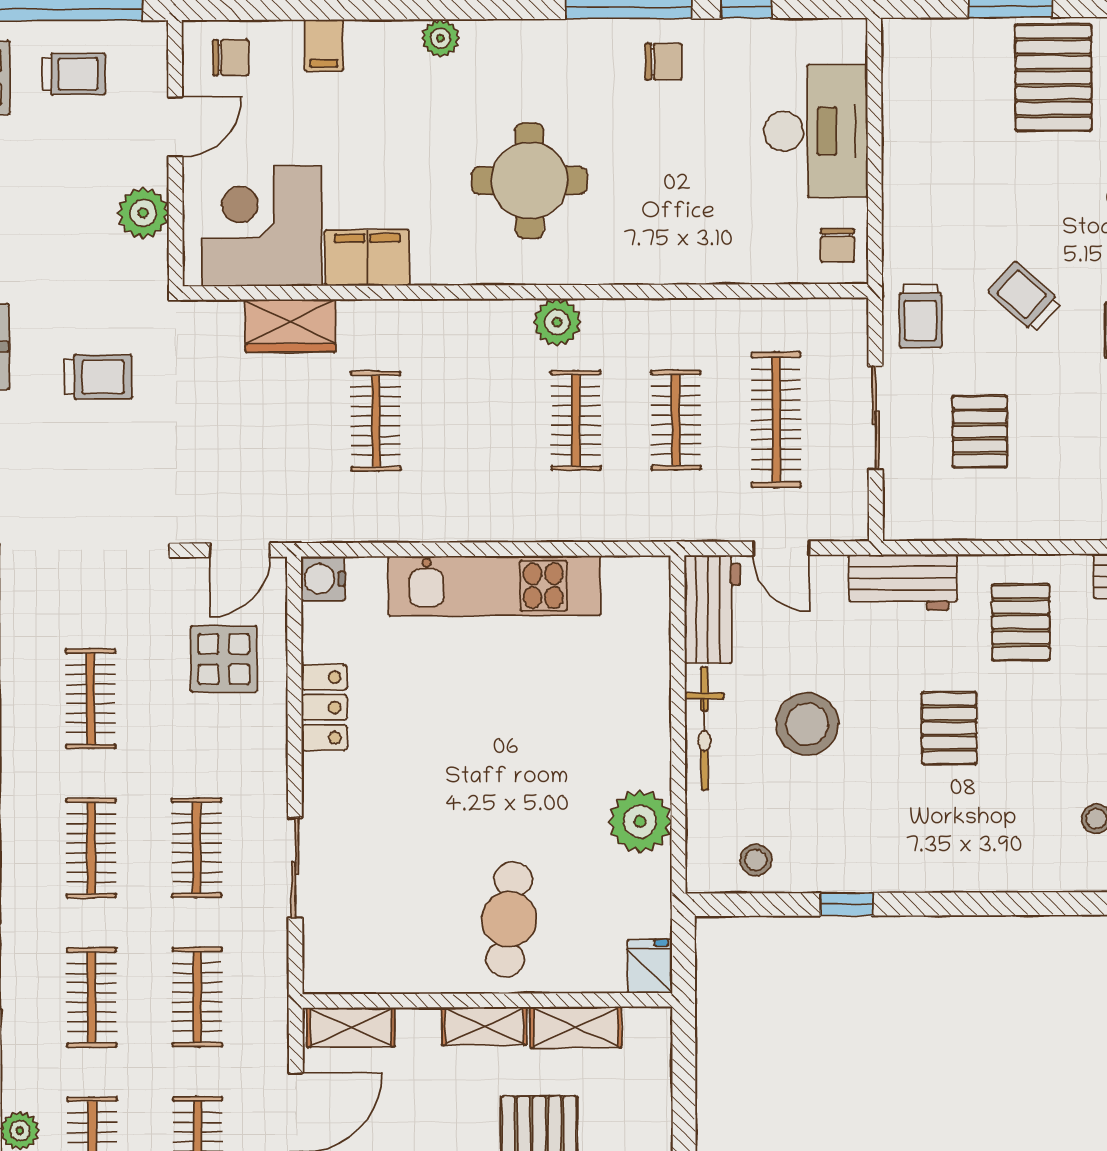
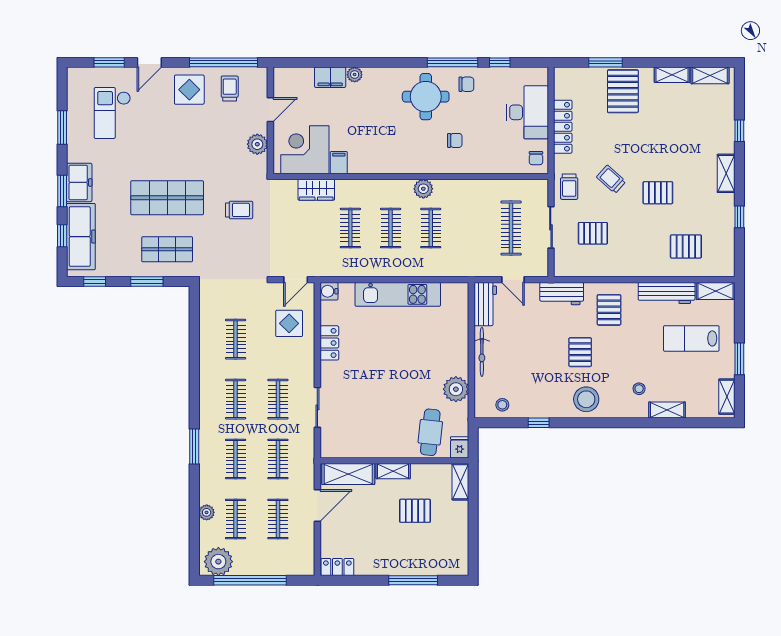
plant: (440, 38) -> (355, 75), moved
filing cabinet: (324, 45) -> (330, 77), width x2.00
chair: (231, 58) -> (455, 140), moved
trolley: (74, 74) -> (230, 88), turned -90
locker: (904, 167) -> (563, 127), added
round table: (529, 181) -> (426, 97), moved
filing cabinet: (367, 258) -> (339, 163), width x0.50
clothes rail: (676, 420) -> (391, 228), moved
pallet: (980, 432) -> (593, 233), turned 90
stool: (807, 724) -> (586, 399), moved
cafe table: (509, 919) -> (430, 432), moved
shelving: (351, 1027) -> (348, 474), width x1.50, depth x1.33
shelving: (576, 1027) -> (460, 482), moved, turned 90

